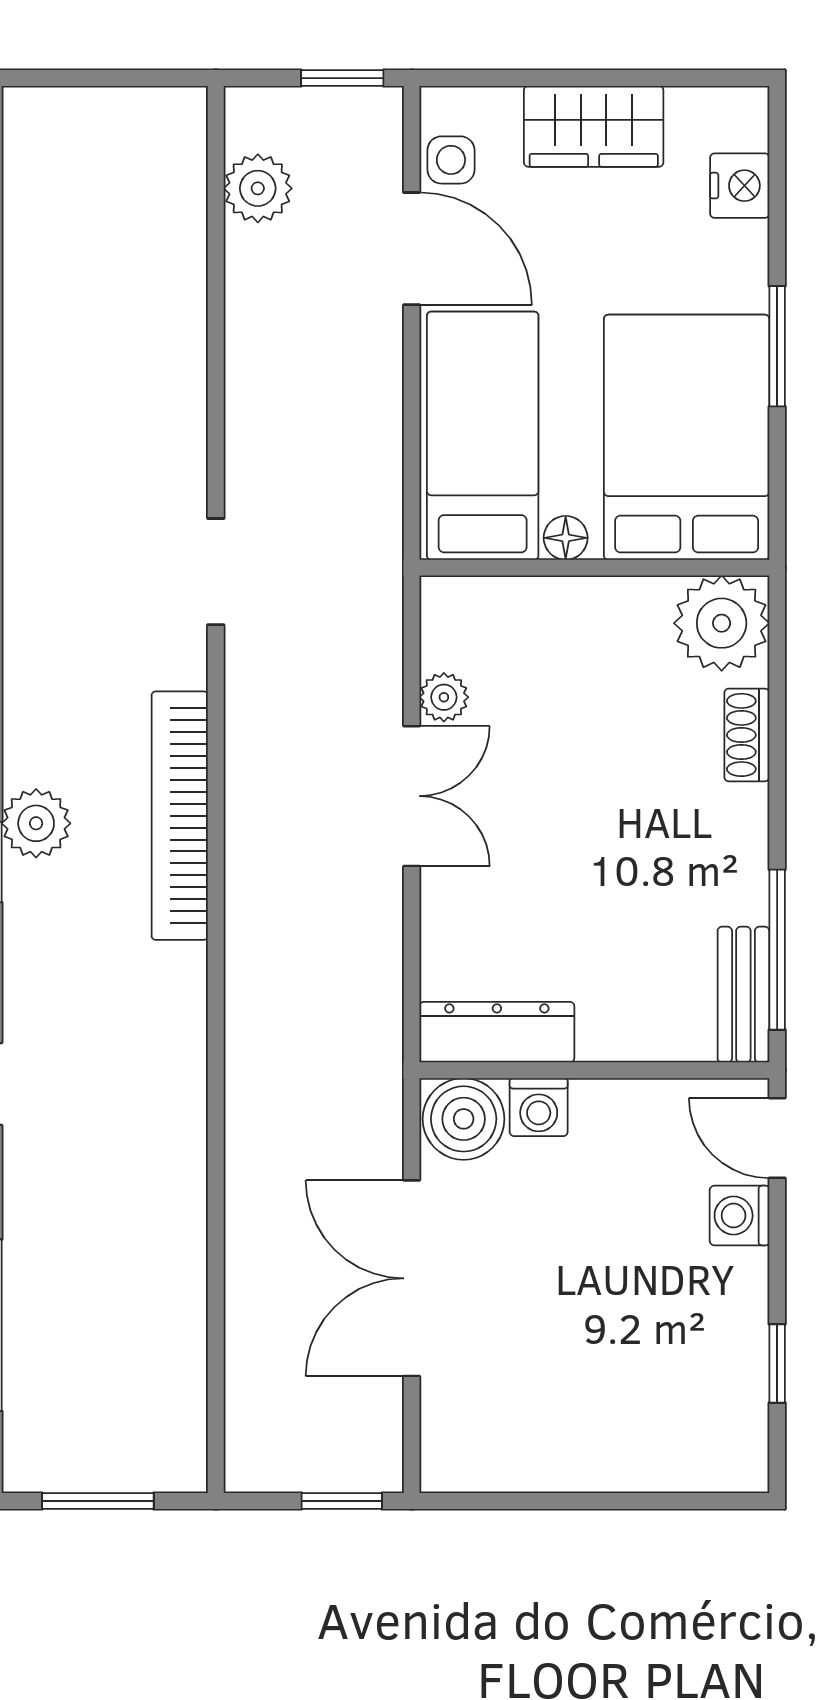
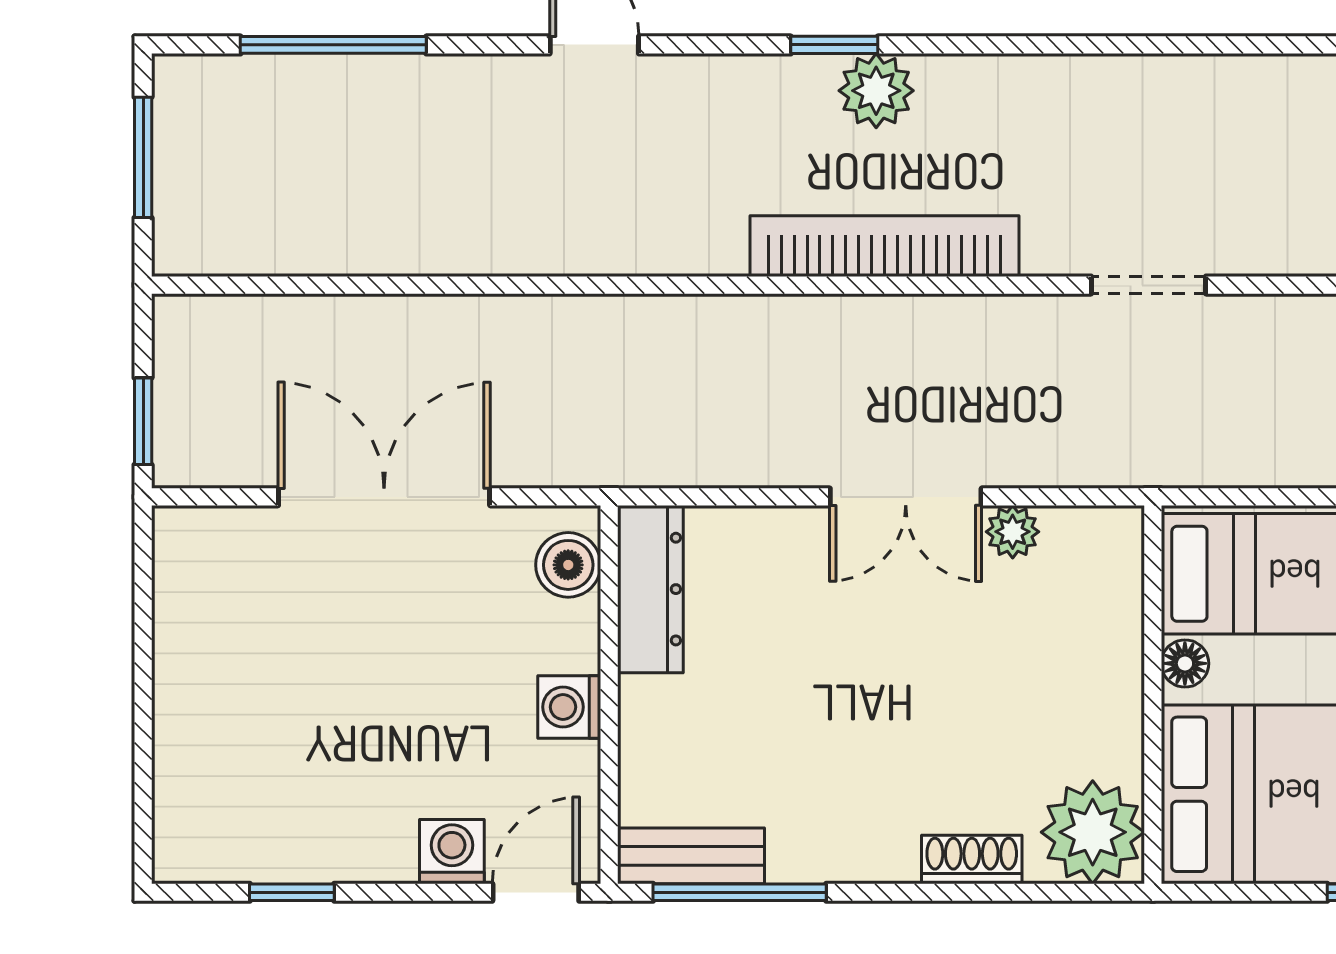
washing machine: (539, 1107) -> (569, 707), moved
boiler: (464, 1119) -> (568, 565), width x0.73, depth x0.73

